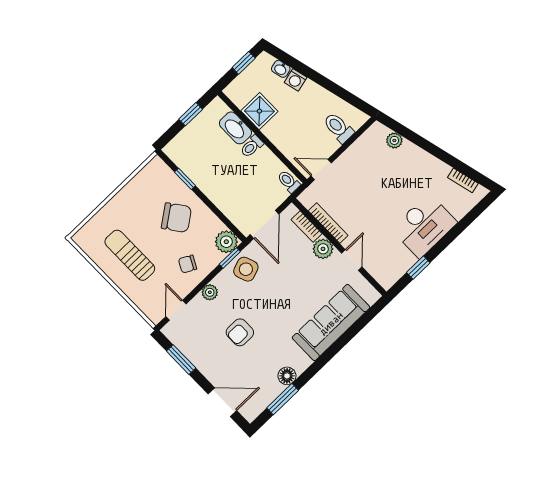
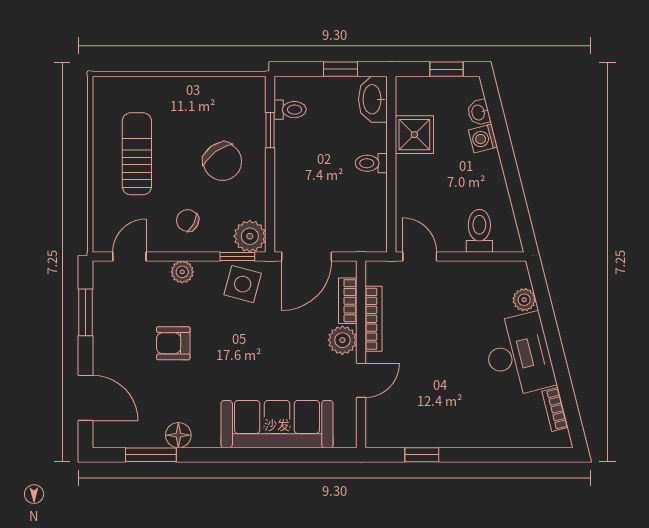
washbasin: (235, 128) -> (373, 99), moved
toilet: (289, 182) -> (290, 110), moved, turned 90
desk: (424, 226) -> (519, 355), moved, turned -104
side table: (246, 269) -> (243, 284), turned 35

